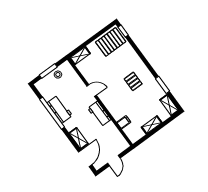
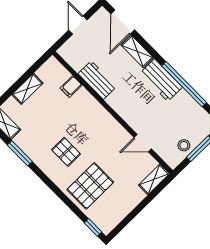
pallet: (111, 42) -> (90, 186), moved
door: (92, 91) -> (143, 143), moved
workbench: (60, 109) -> (161, 80), moved
workbench: (99, 114) -> (97, 80), moved

